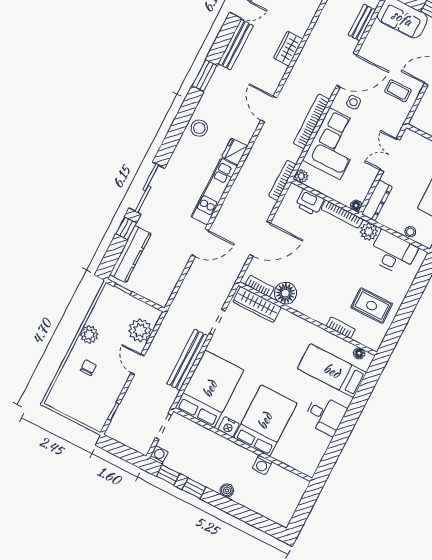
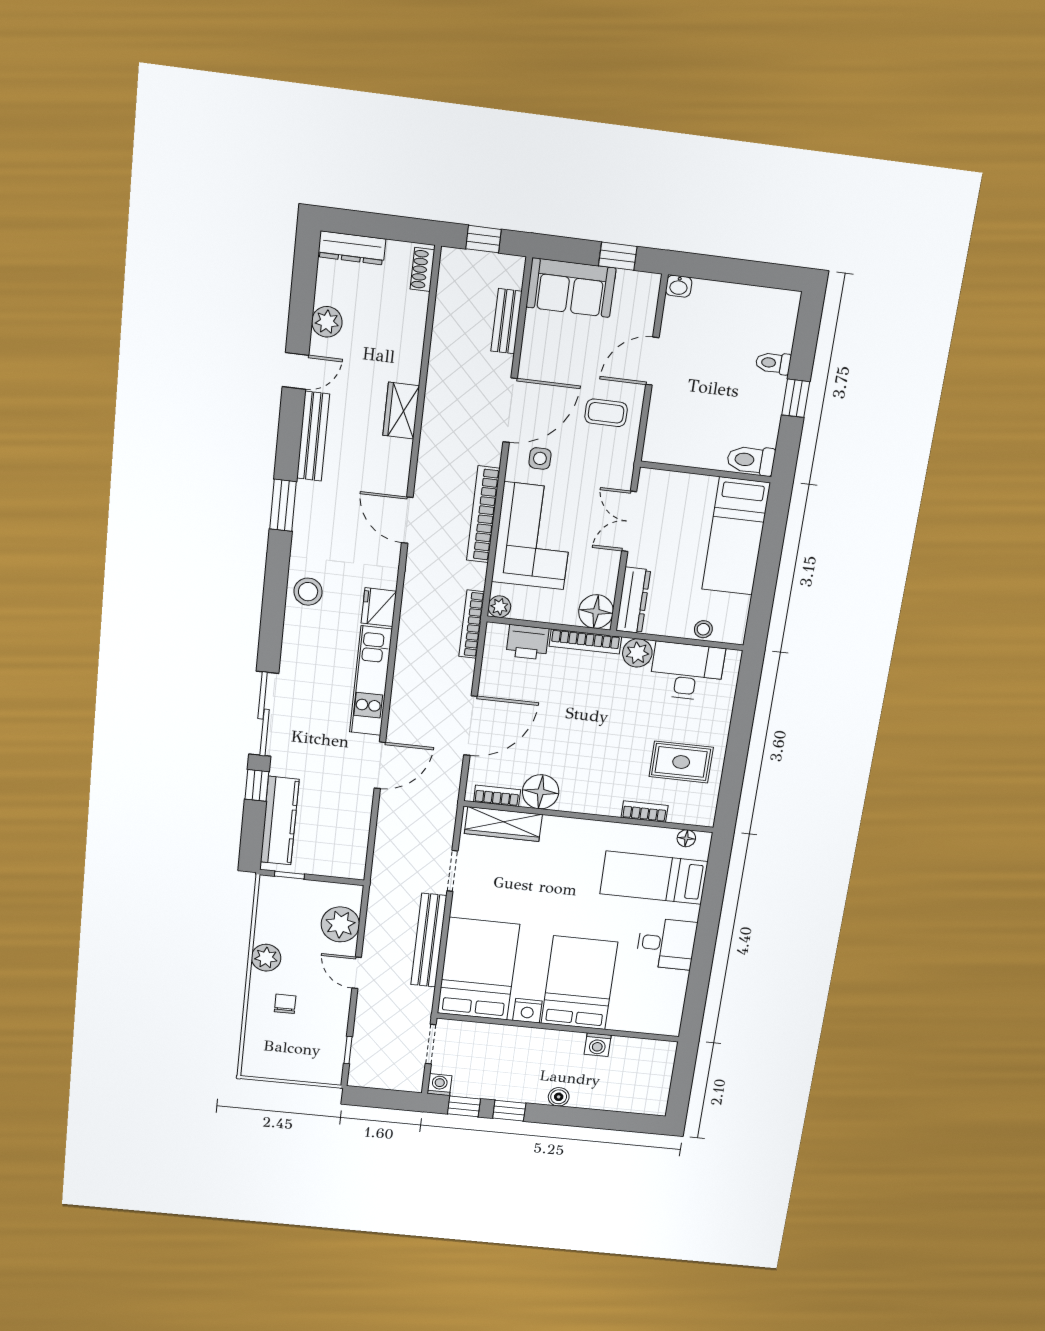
floor lamp: (356, 206) -> (596, 612), width x1.89, depth x1.89

